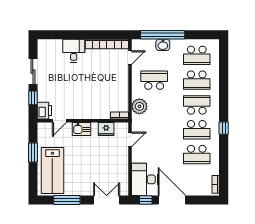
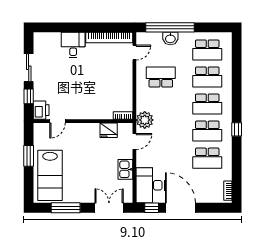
school desk: (197, 105) -> (207, 104), turned 180
plant: (139, 106) -> (145, 120), moved
kitchen sink: (82, 129) -> (125, 169), moved, turned 90

